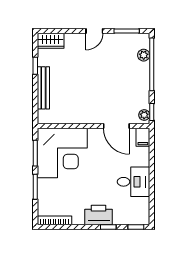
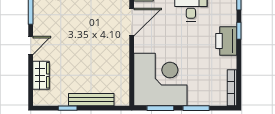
door: (94, 31) -> (31, 45), hinge flipped
wardrobe: (51, 41) -> (41, 75), moved

